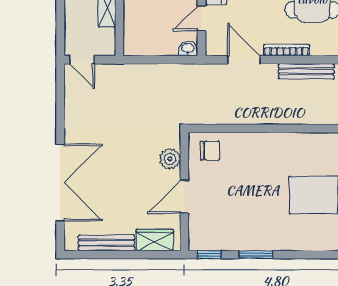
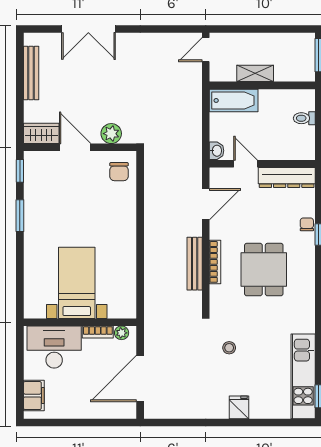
bathtub: (135, 31) -> (234, 100), added
bookcase: (286, 50) -> (215, 262), moved
double door: (60, 183) -> (88, 29), width x0.73
wardrobe: (155, 240) -> (41, 133), moved, turned -90

